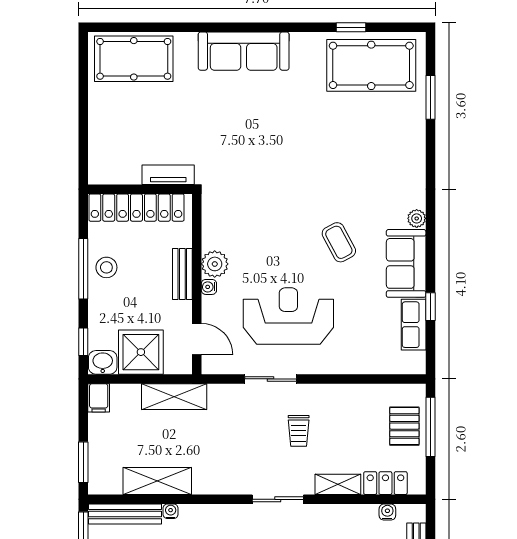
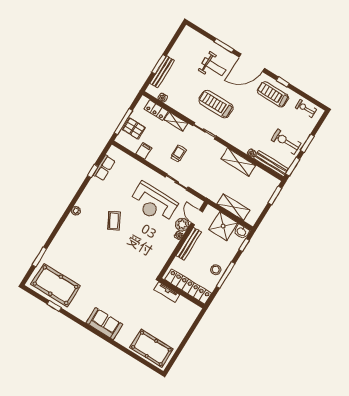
sofa: (244, 51) -> (104, 324), width x0.73
sofa: (406, 263) -> (92, 195), removed
plant: (215, 264) -> (182, 225), moved
bench: (182, 274) -> (189, 244), width x1.36
shelving: (174, 397) -> (233, 207), moved
filing cabinet: (99, 398) -> (144, 151), moved
pallet: (404, 426) -> (134, 129), turned 90
shelving: (157, 481) -> (238, 162), moved

